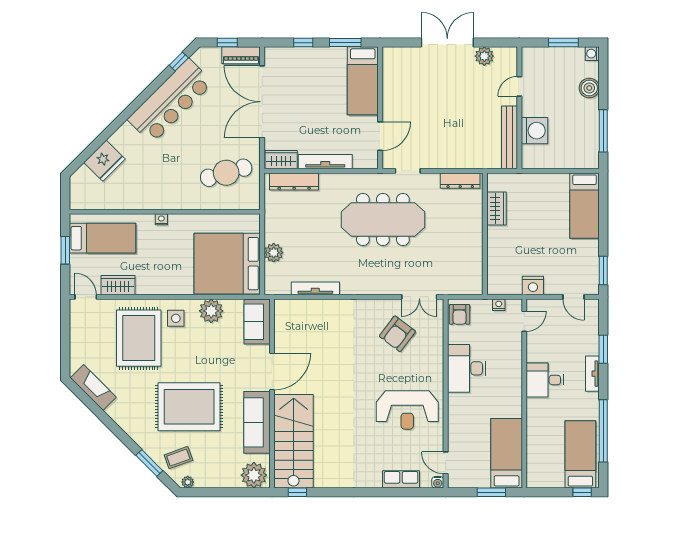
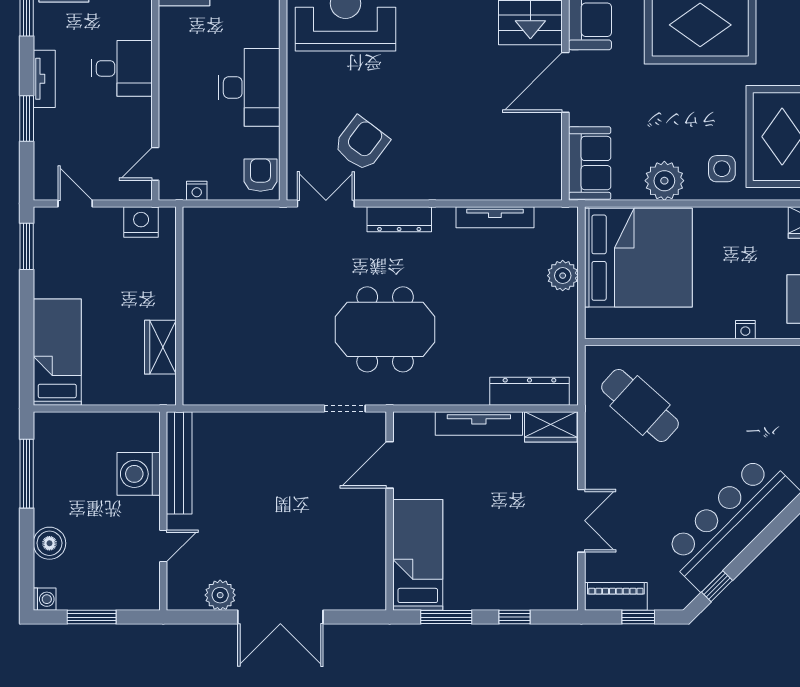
double door: (262, 102) -> (581, 521), width x0.54
cafe table: (226, 173) -> (640, 405), turned 58
dresser: (460, 181) -> (399, 219), moved, turned 180
wardrobe: (497, 209) -> (160, 347), moved
meeting table: (383, 220) -> (385, 329), width x0.73
wall: (485, 234) -> (179, 306), moved

